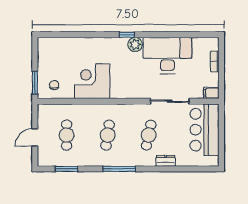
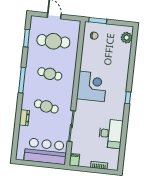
plant: (135, 44) -> (127, 38), moved
desk: (167, 55) -> (111, 134), width x0.73, depth x0.77
corner desk: (92, 81) -> (92, 86), moved
cafe table: (67, 135) -> (53, 41), width x1.37, depth x1.35

